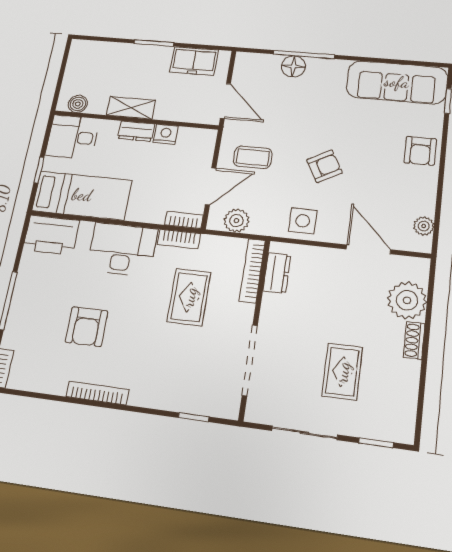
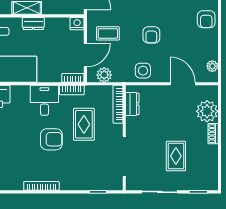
nightstand: (166, 134) -> (77, 24), moved
armchair: (324, 166) -> (151, 35), turned 119
desk: (122, 249) -> (44, 100), width x0.73
armchair: (87, 327) -> (51, 139), moved, turned -90

